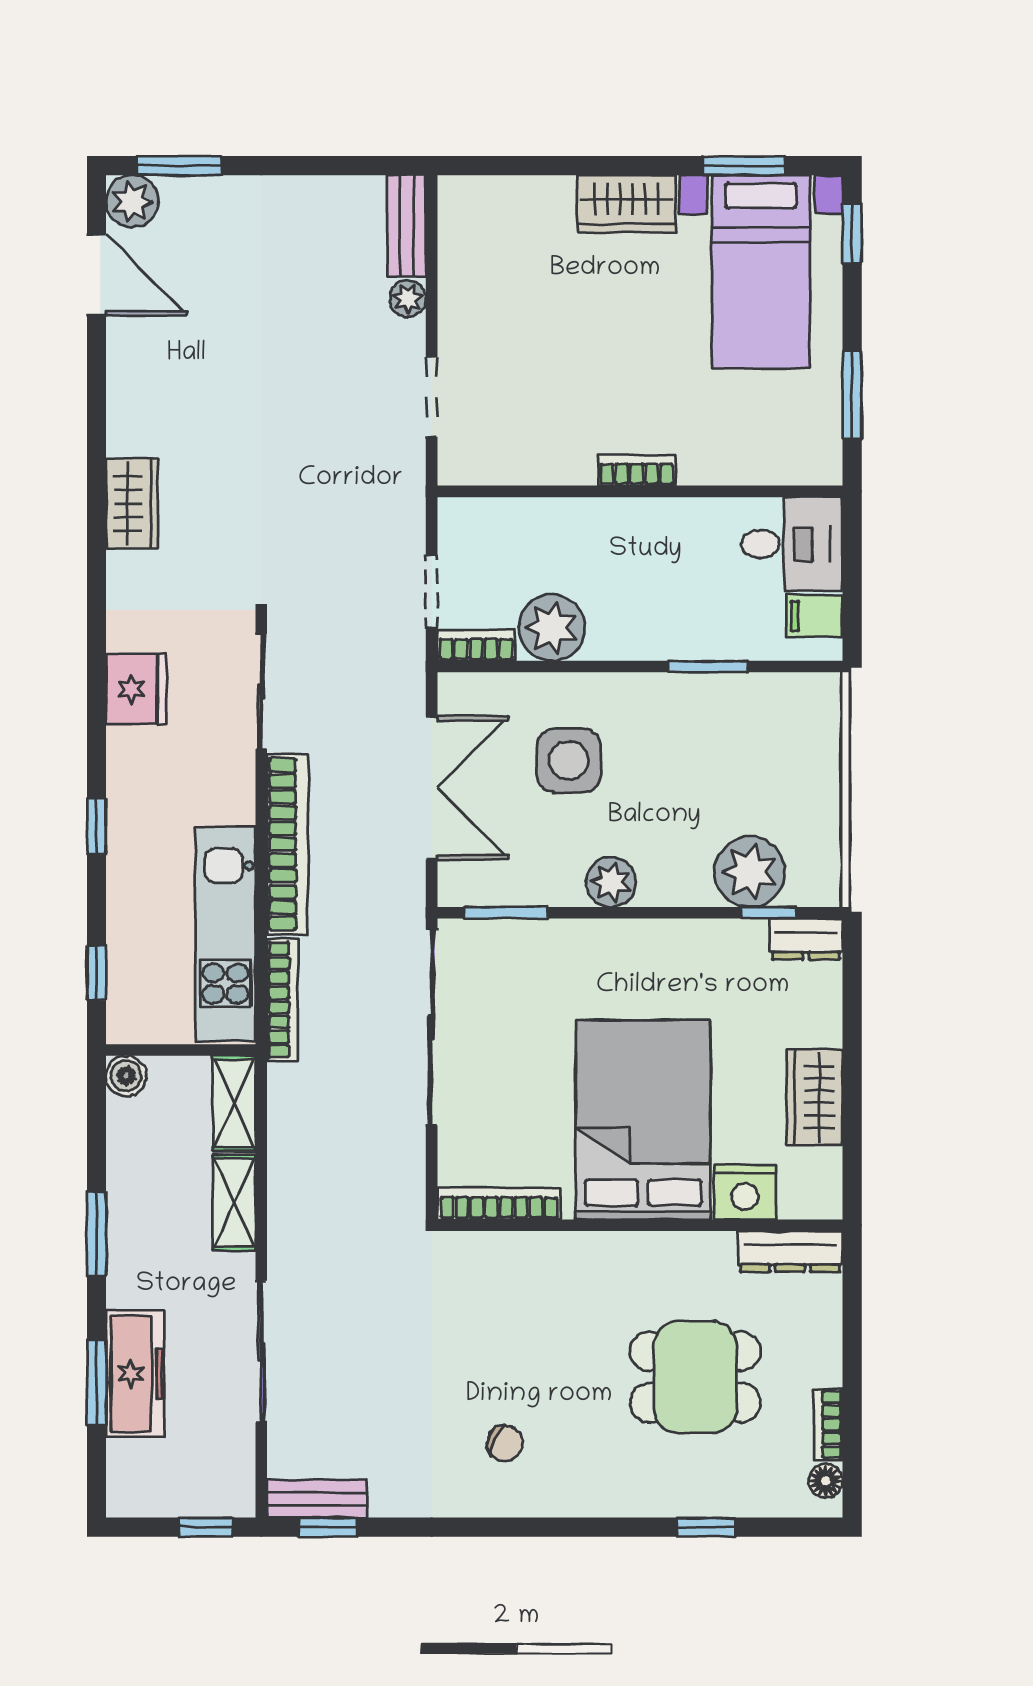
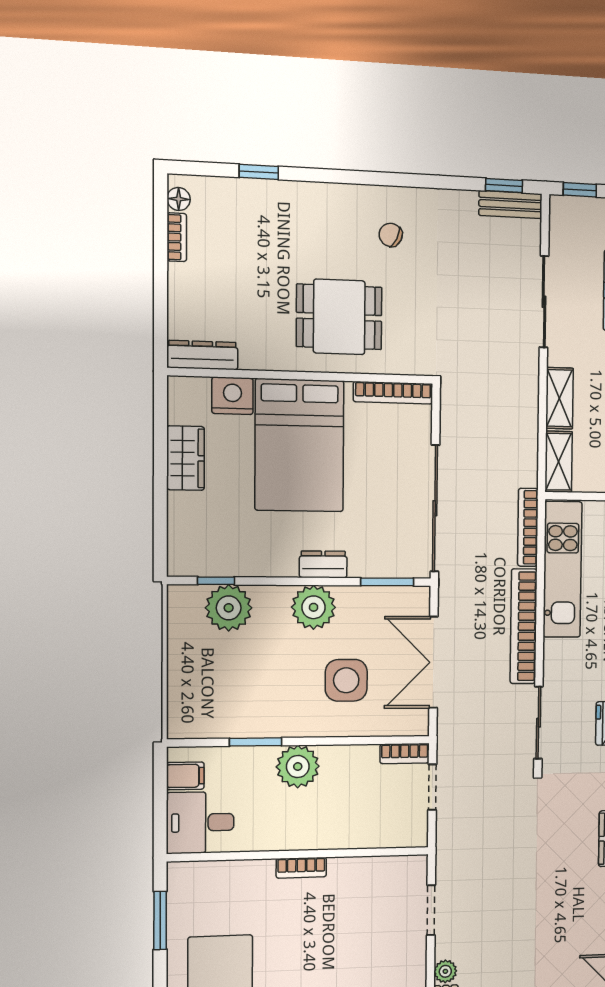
plant: (552, 628) -> (298, 767), moved
plant: (611, 882) -> (314, 607), width x1.36, depth x1.36
dresser: (806, 939) -> (323, 564), moved
dining table: (695, 1377) -> (339, 317), moved

